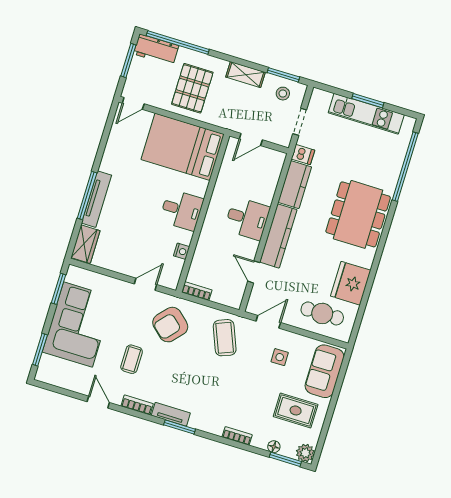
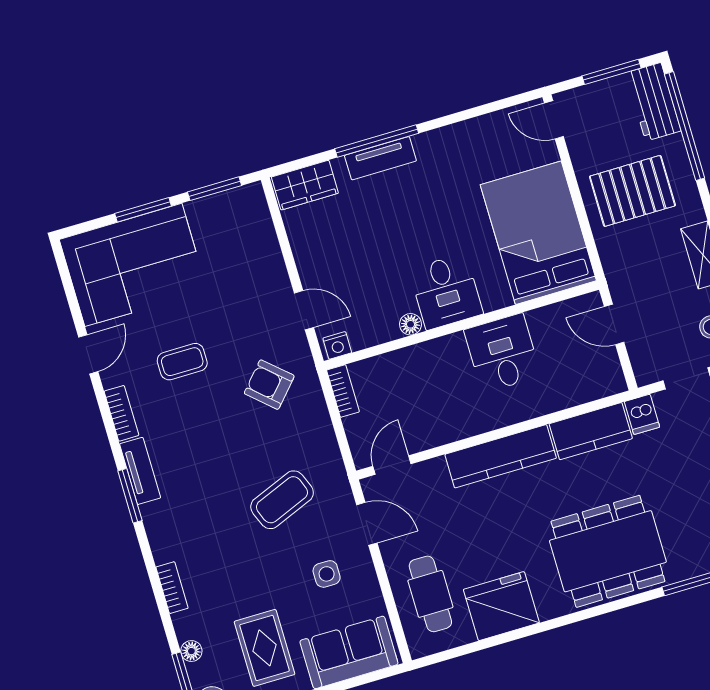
tv unit: (97, 199) -> (380, 158), width x0.71
desk: (247, 218) -> (502, 353), moved, turned 180
floor lamp: (186, 237) -> (410, 324), added
nightstand: (182, 251) -> (337, 345), moved
door: (254, 272) -> (392, 465), moved
corner sofa: (78, 325) -> (133, 265), moved
armchair: (170, 325) -> (269, 385), width x0.72, depth x0.72
coffee table: (225, 338) -> (282, 500), moved
window: (40, 350) -> (143, 210), moved

